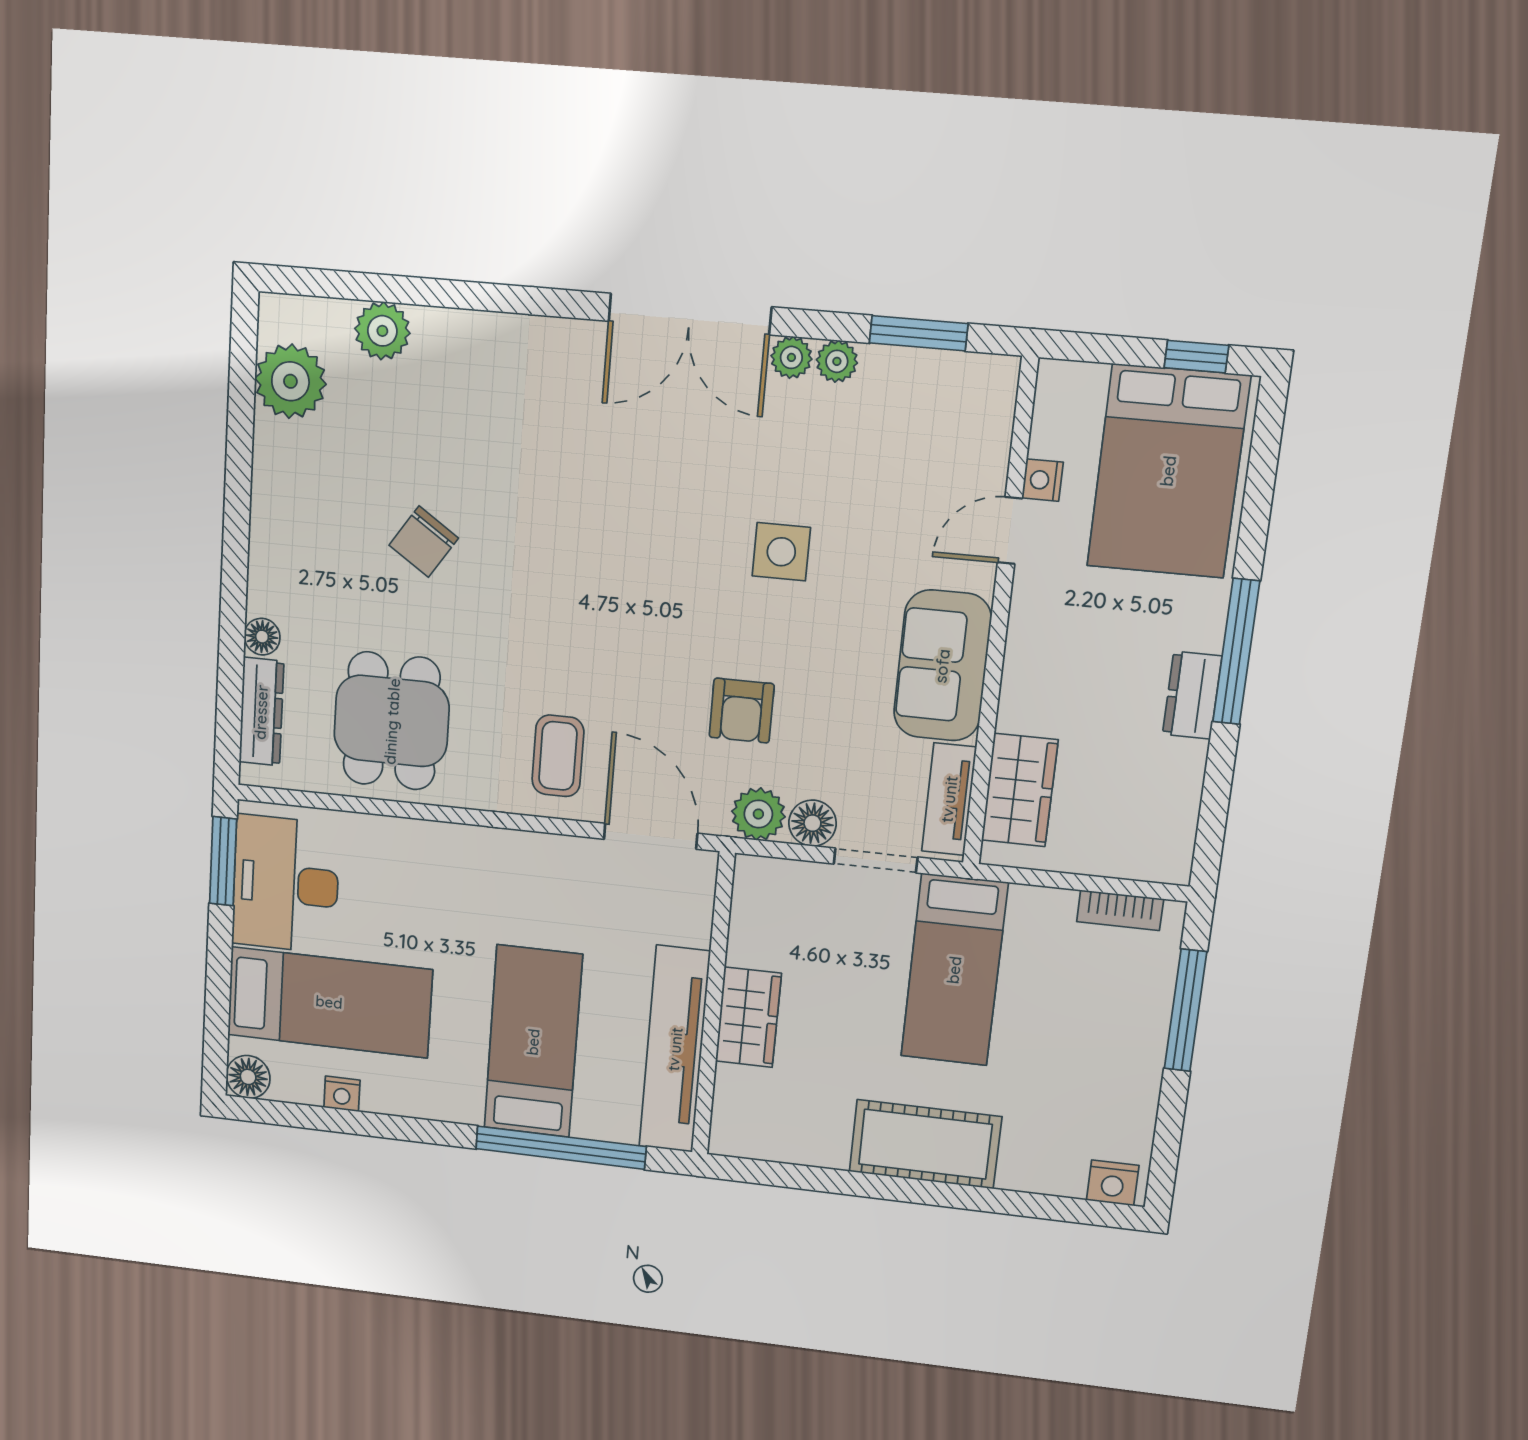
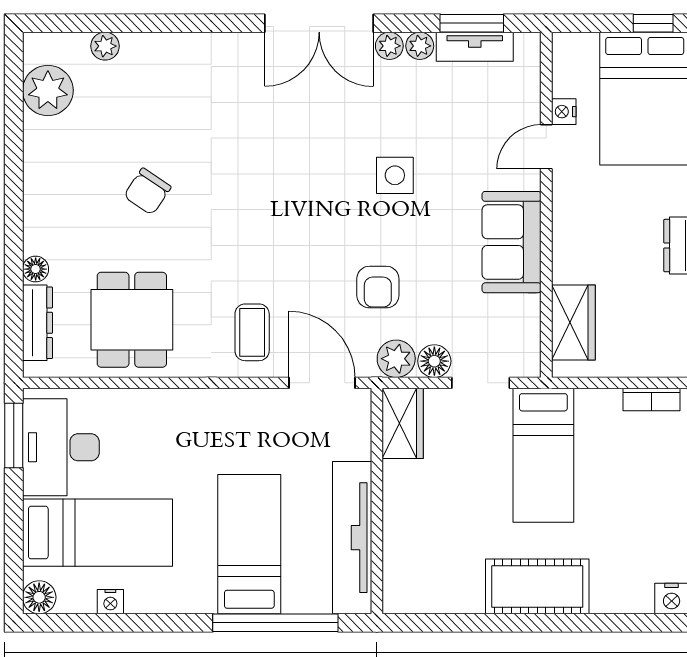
plant: (382, 331) -> (105, 46), width x0.73, depth x0.73
tv unit: (949, 799) -> (475, 47), moved, turned -90
wardrobe: (748, 1017) -> (403, 423), moved

